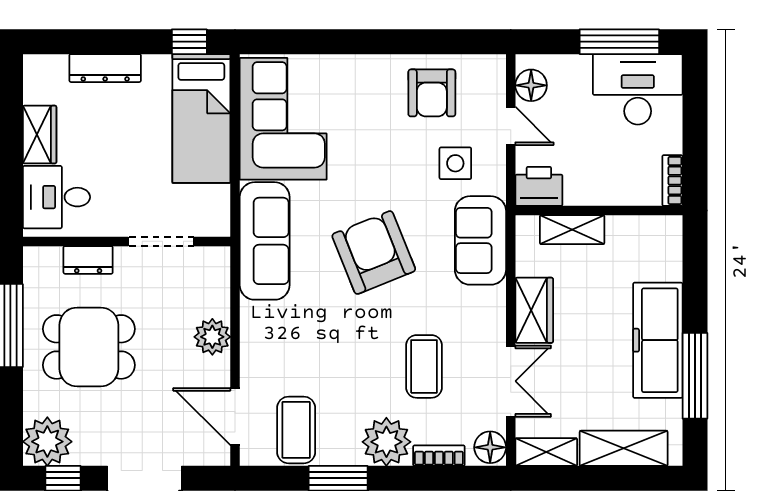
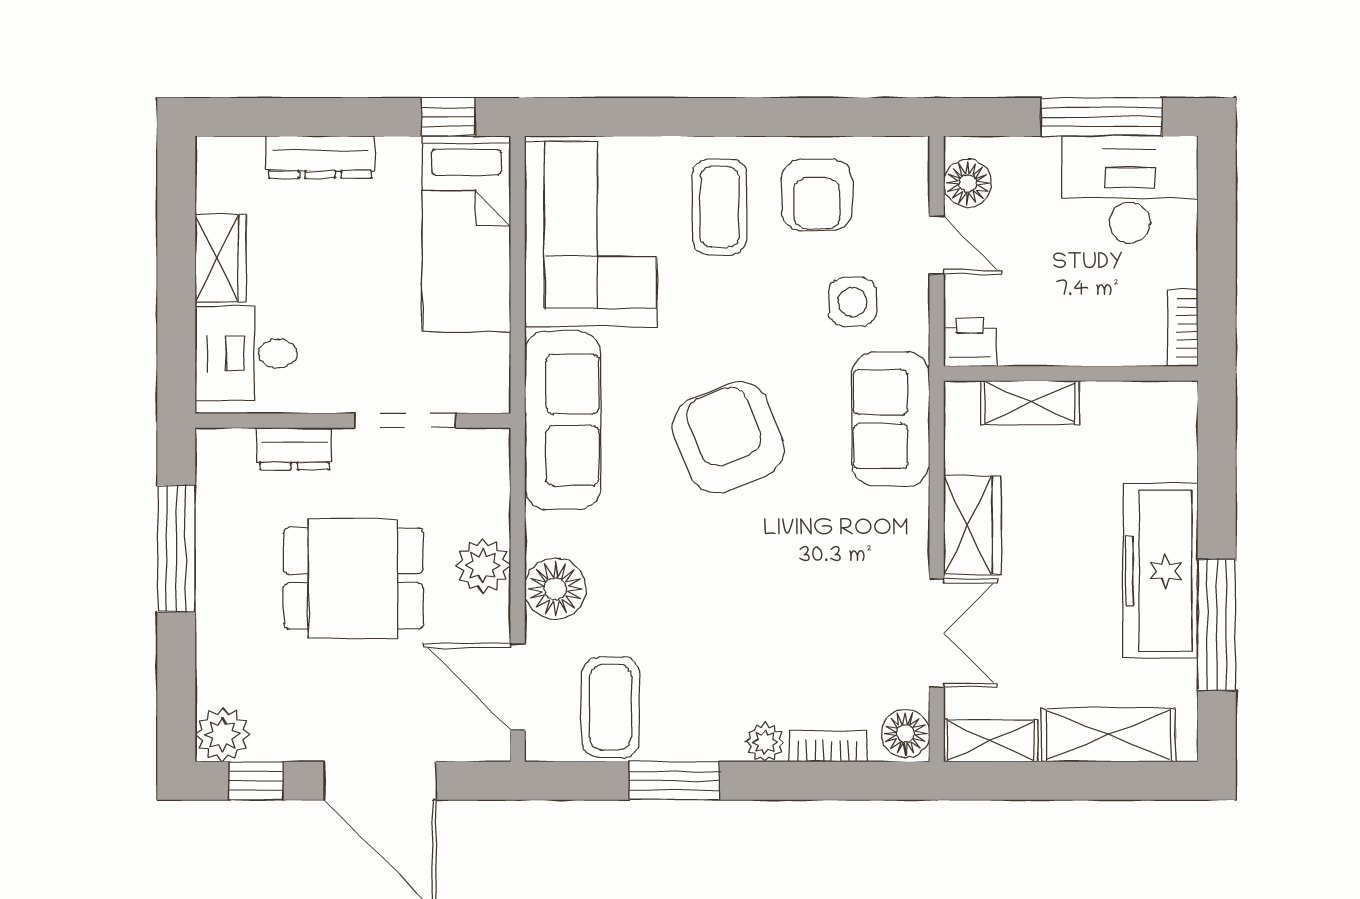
printer: (539, 186) -> (970, 343), width x0.73, depth x0.81
dining table: (89, 347) -> (353, 578), moved
floor lamp: (260, 352) -> (555, 589), added
coffee table: (424, 366) -> (720, 207), moved
plant: (47, 442) -> (222, 735), width x0.73, depth x0.73
plant: (386, 442) -> (765, 742), width x0.53, depth x0.53

